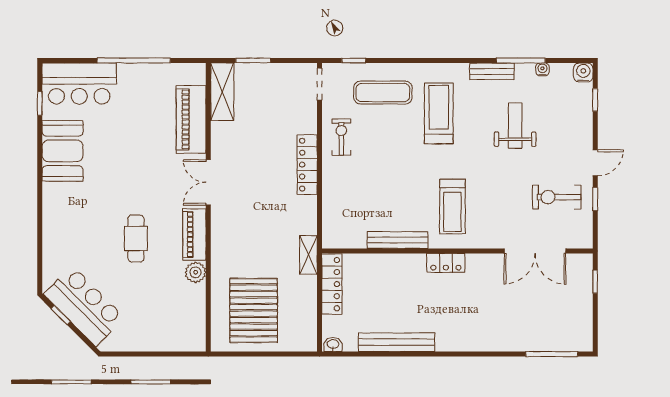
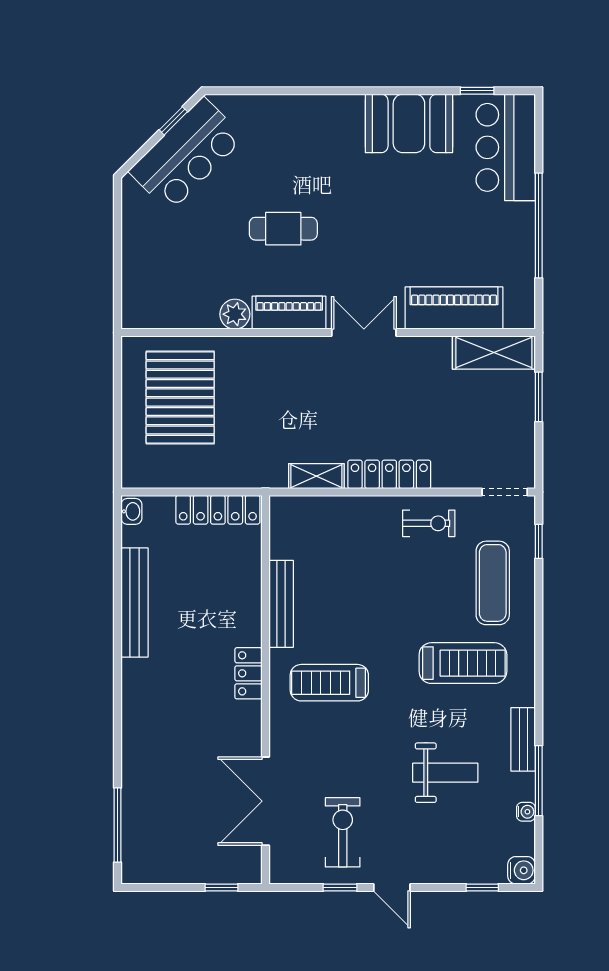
shelving: (308, 255) -> (316, 476), moved
pallet: (254, 310) -> (180, 397), turned 90

